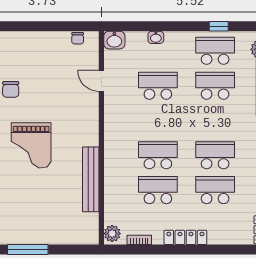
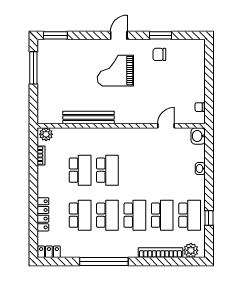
school desk: (158, 86) -> (135, 215), moved
locker: (185, 237) -> (43, 214), moved

